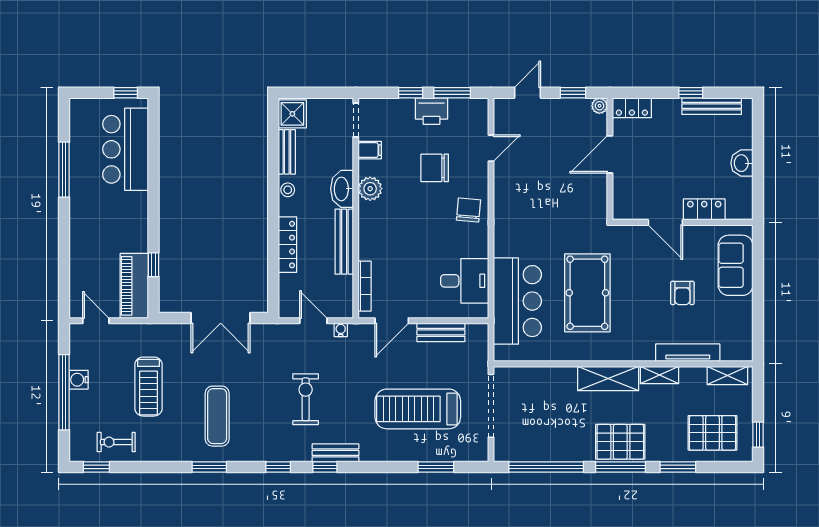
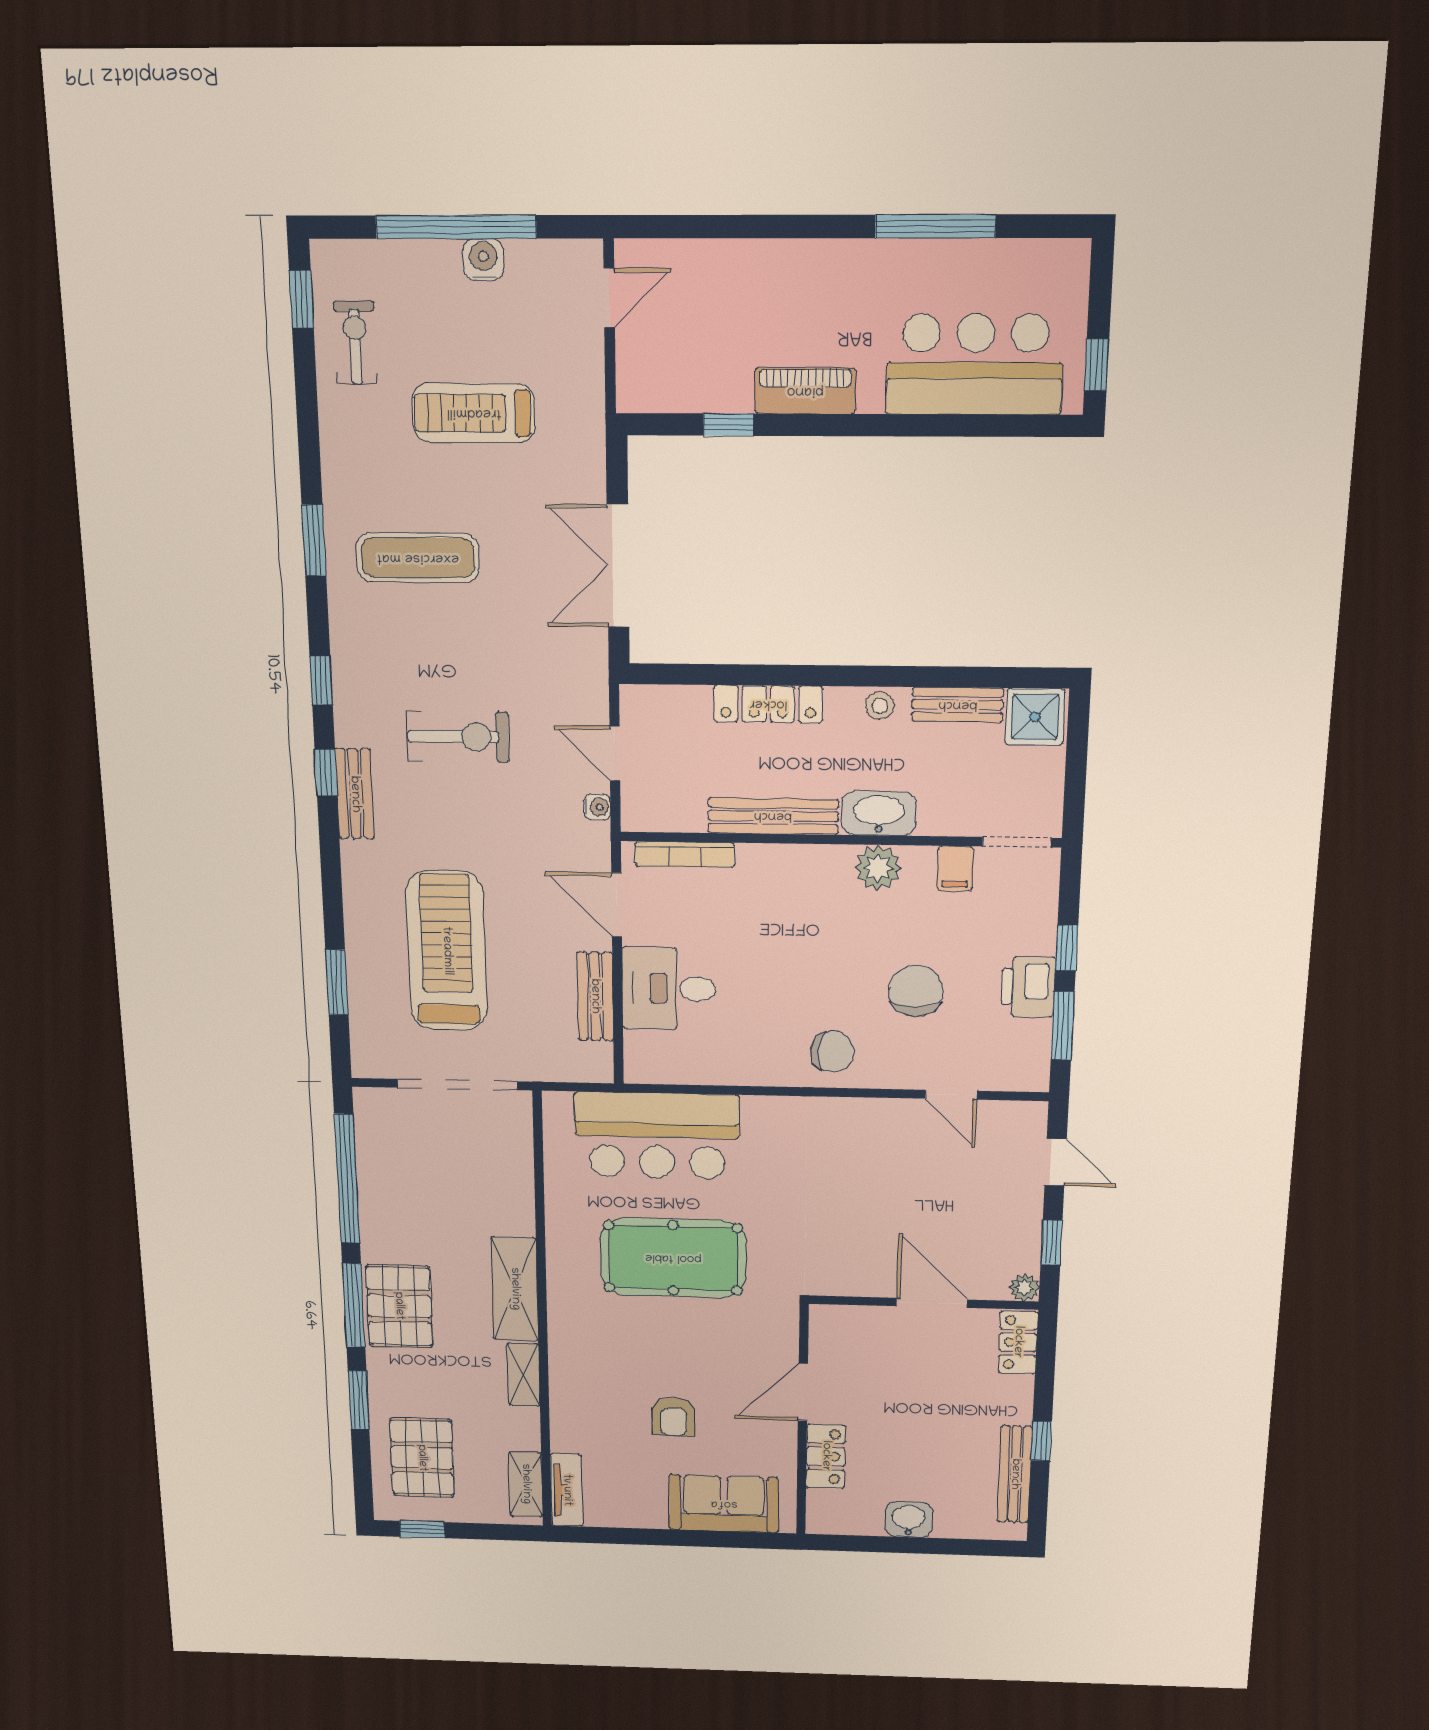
desk: (465, 281) -> (669, 989), moved, turned 90
piano: (134, 286) -> (805, 391), moved, width x0.73, depth x0.75
armchair: (682, 293) -> (674, 1416), turned -90
door: (313, 321) -> (615, 754), swing flipped
tv unit: (688, 353) -> (567, 1490), moved, width x0.71

